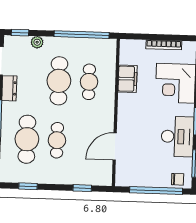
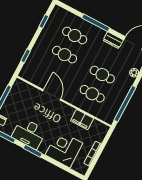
cafe table: (59, 81) -> (102, 75), width x0.73, depth x0.74
cafe table: (27, 139) -> (75, 36), width x0.73, depth x0.74
door: (115, 146) -> (52, 95), moved

